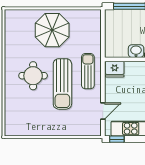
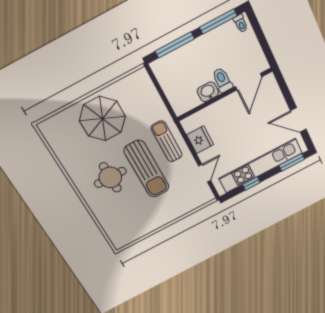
fridge: (115, 69) -> (200, 140), moved, turned -90
window: (117, 139) -> (251, 183), moved

